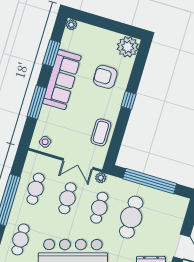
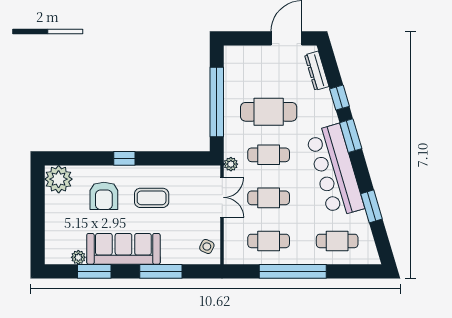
plant: (71, 25) -> (78, 257), moved
coffee table: (101, 132) -> (152, 198), moved

